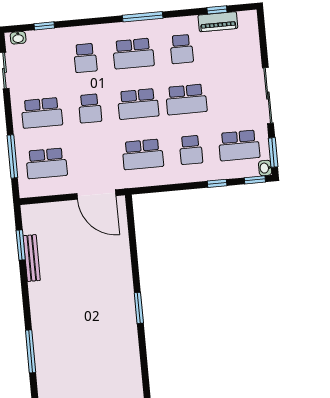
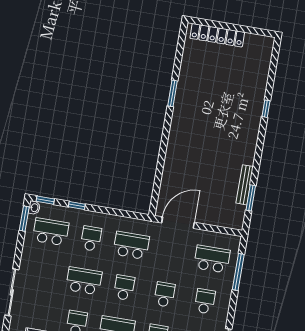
sliding door: (268, 96) -> (12, 292), moved
school desk: (138, 104) -> (124, 288), width x0.54
school desk: (42, 113) -> (205, 301), width x0.54
door: (96, 195) -> (178, 223), hinge flipped
window: (139, 308) -> (173, 93), moved
window: (31, 351) -> (266, 109), width x0.46

